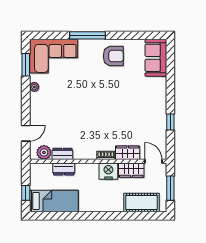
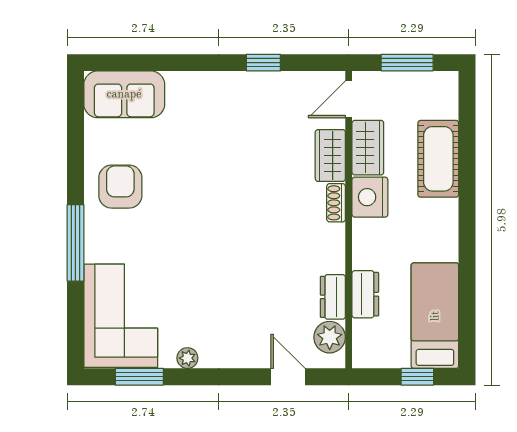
cot: (142, 203) -> (438, 159), moved

